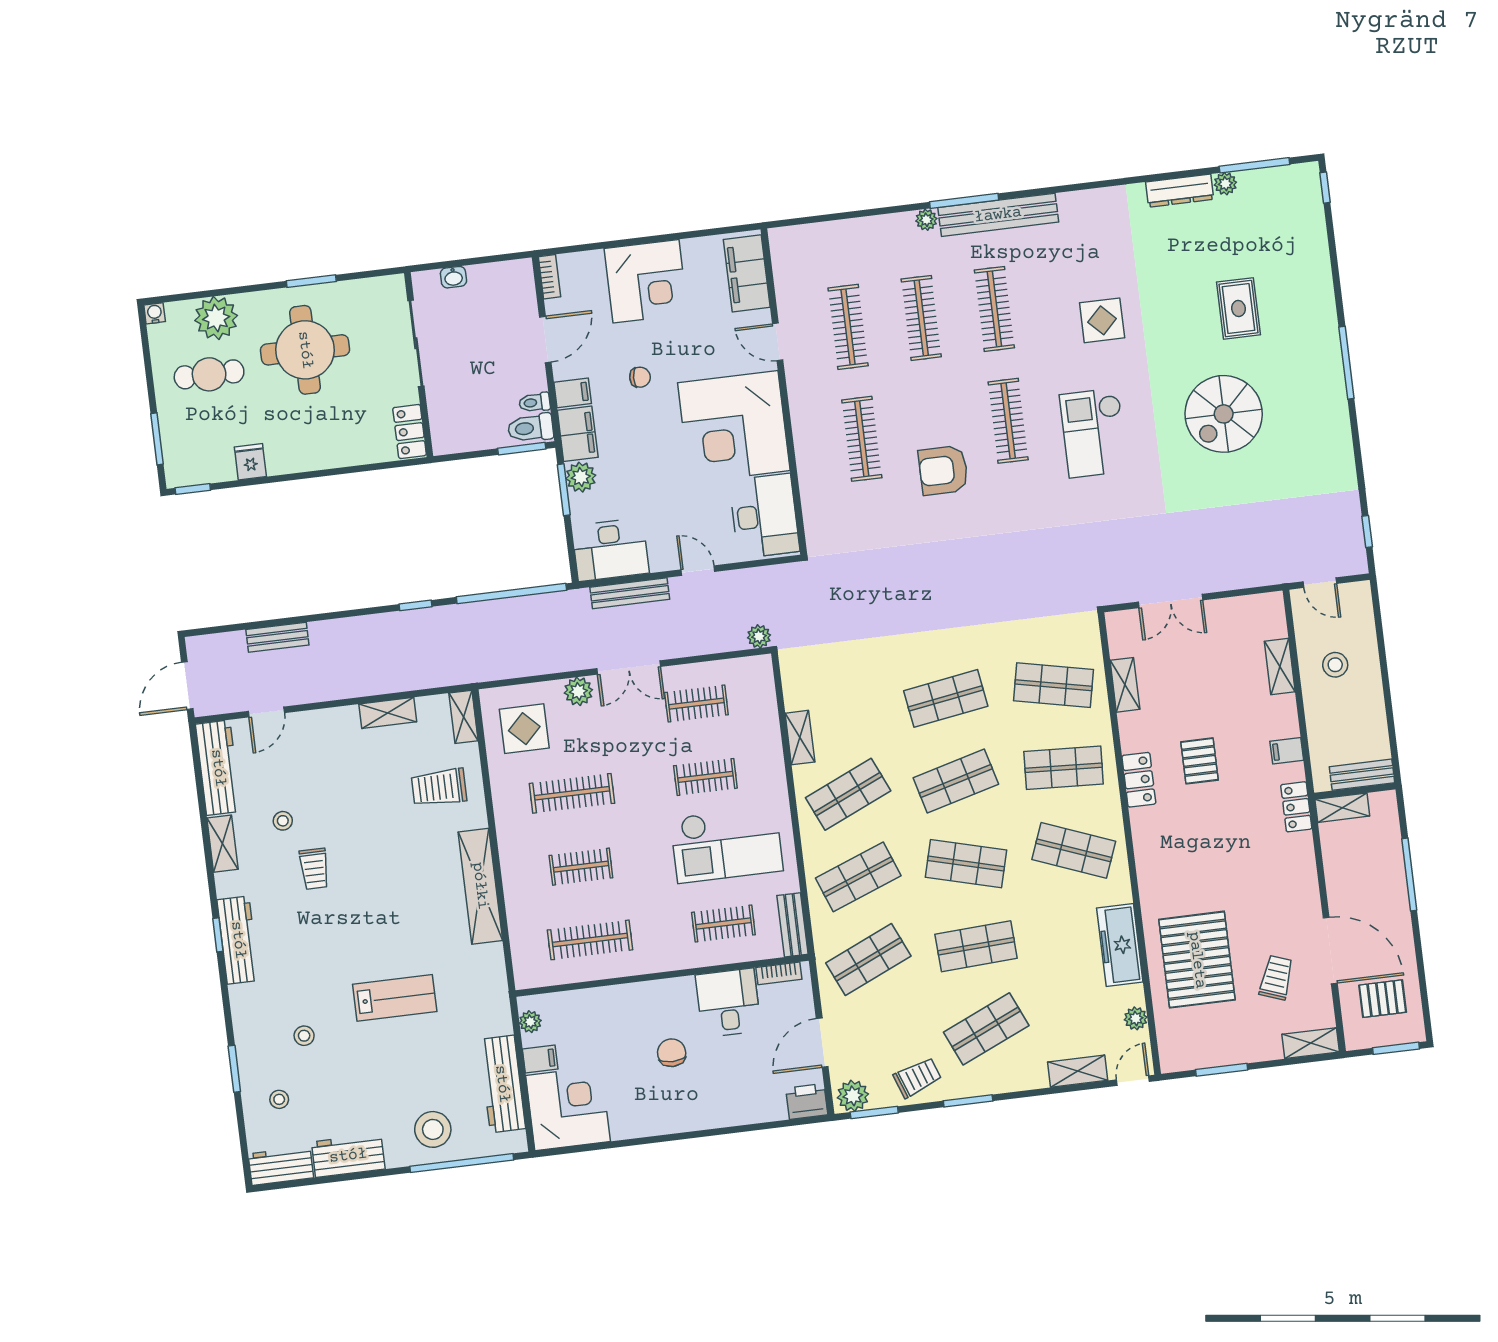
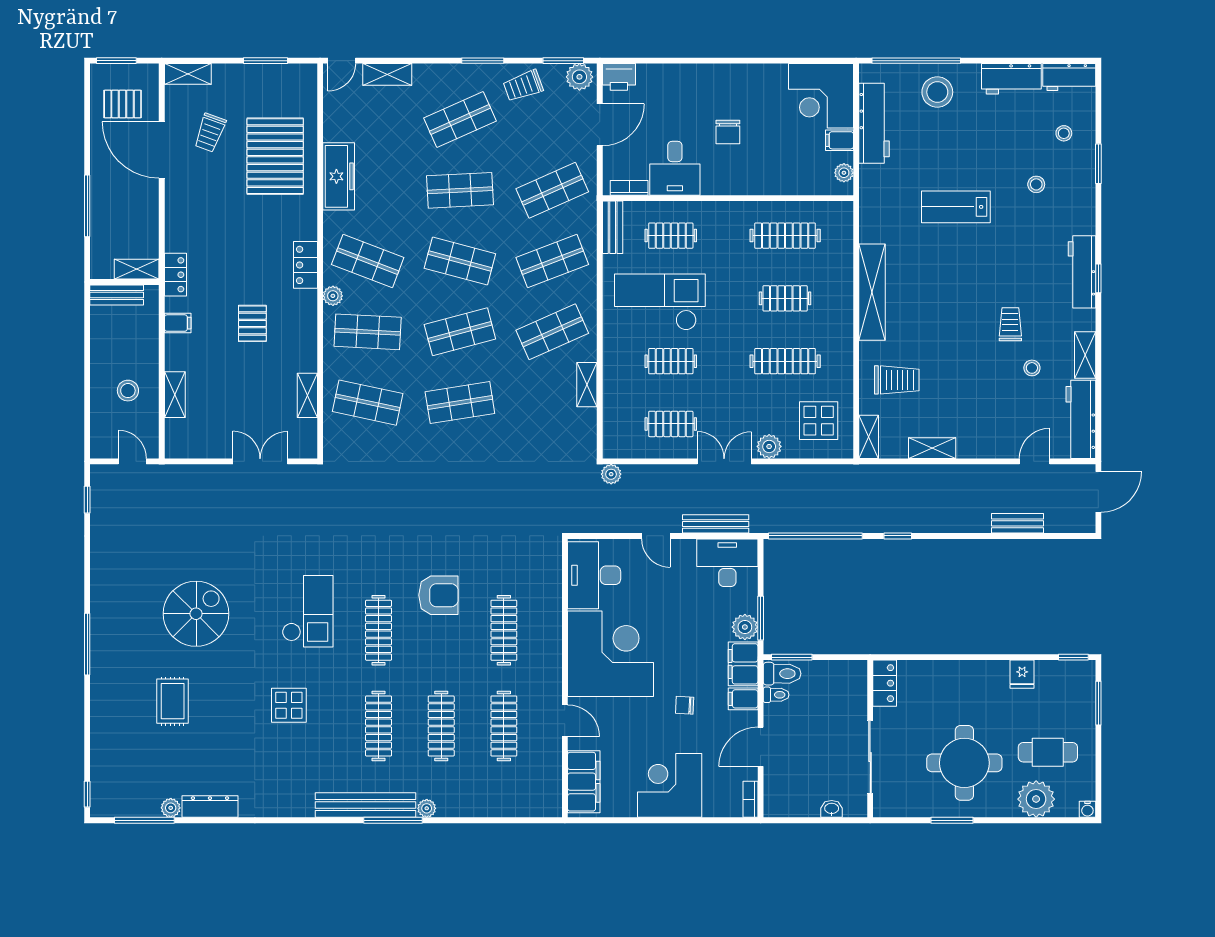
locker: (1139, 780) -> (305, 265), moved
plant: (1136, 1018) -> (333, 296), moved

